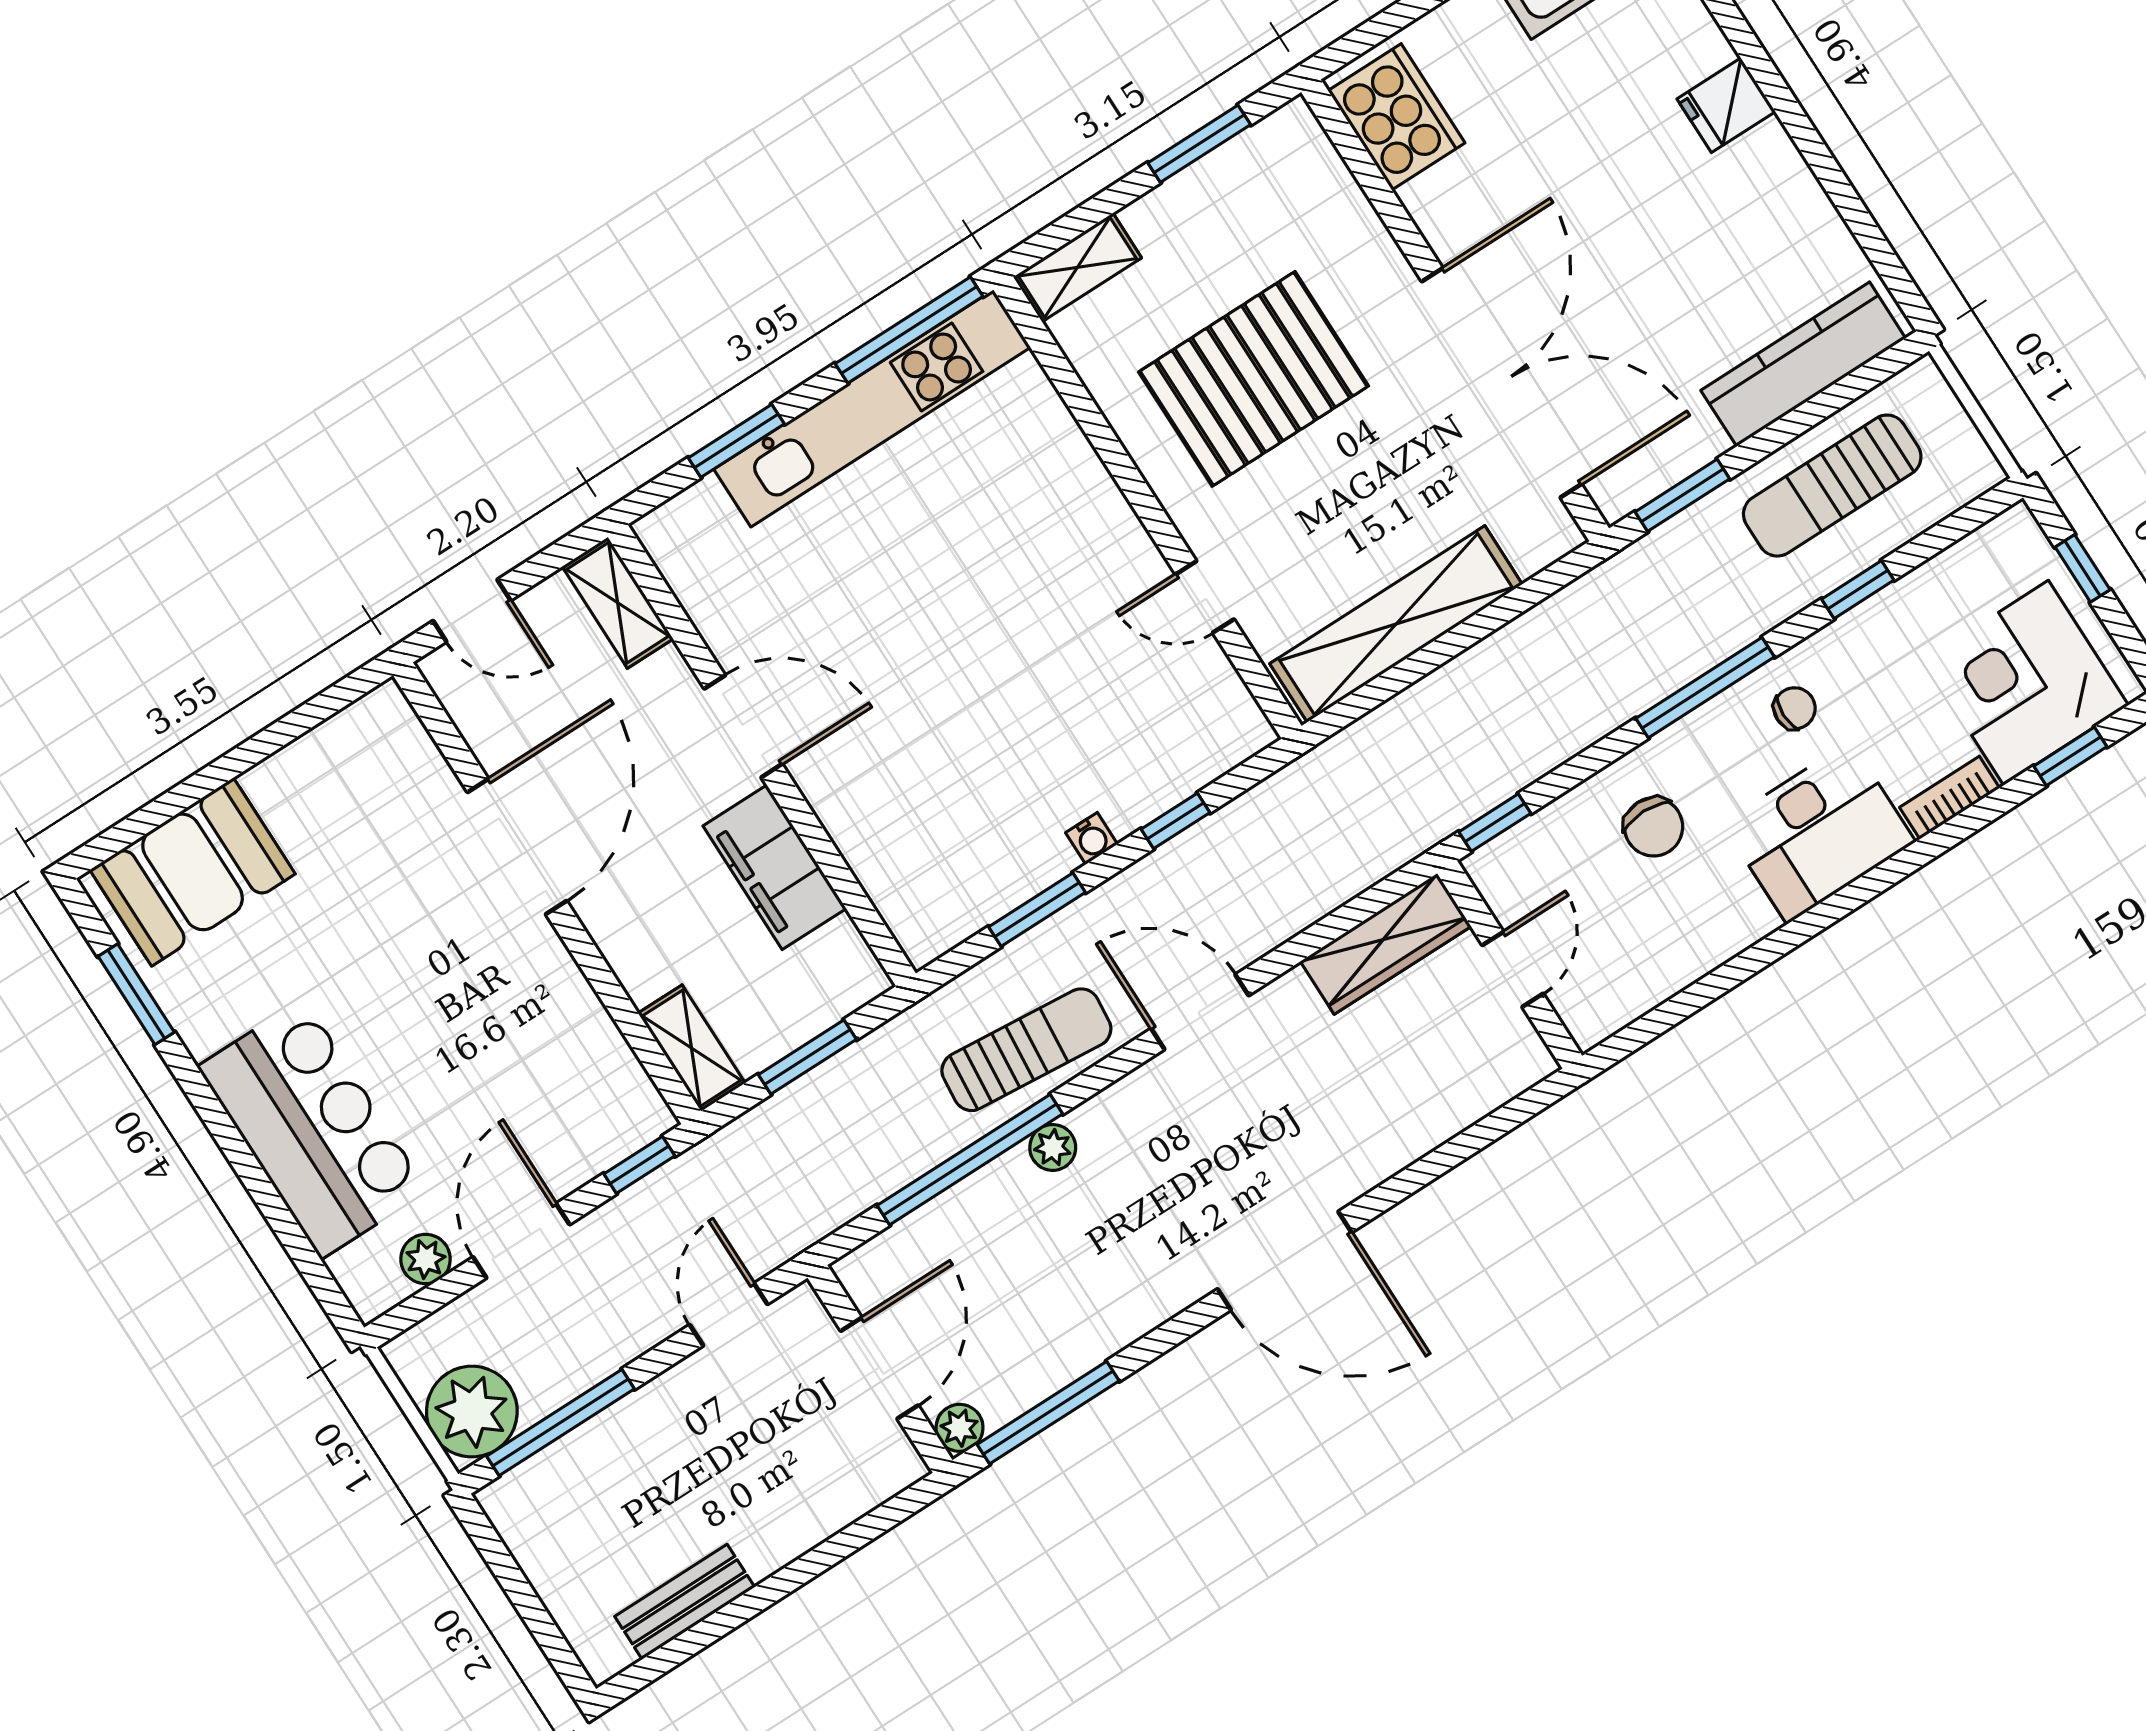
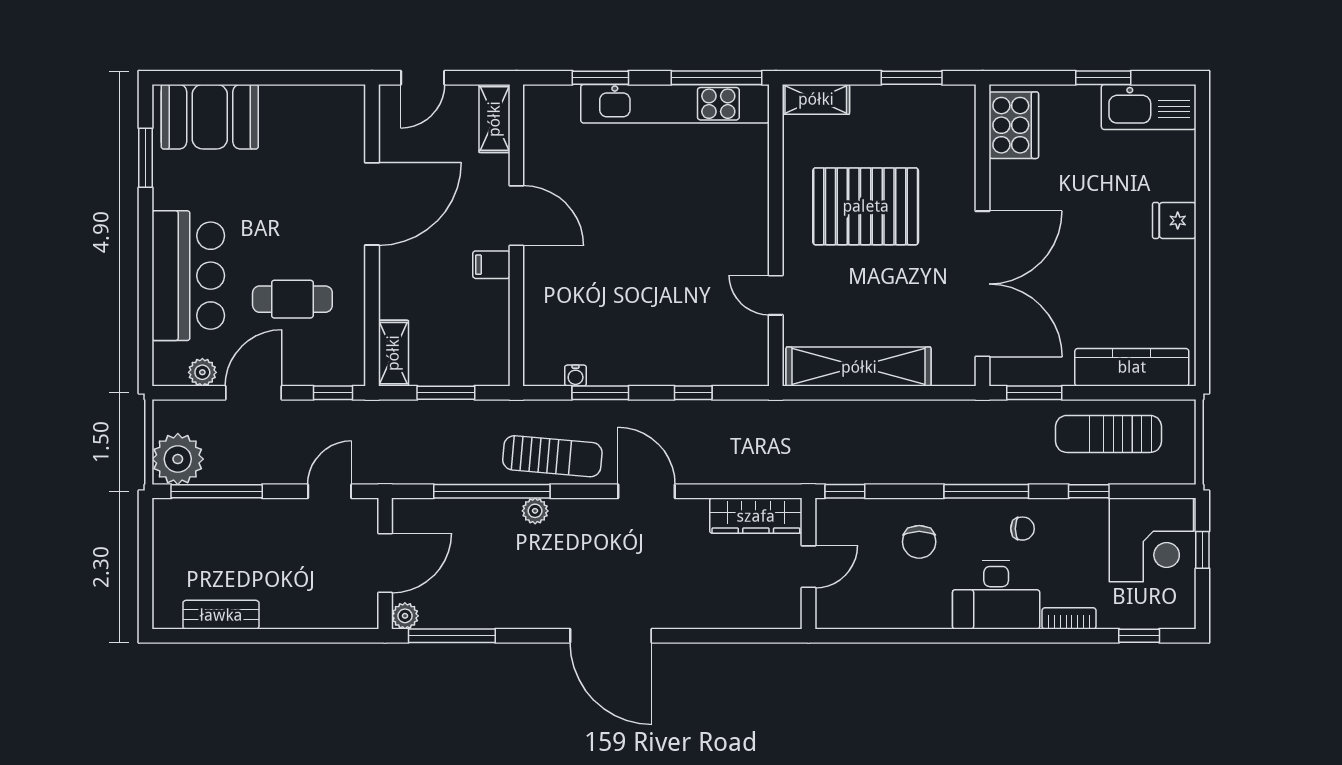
door: (472, 611) -> (423, 78), hinge flipped
corner desk: (2026, 683) -> (1151, 540), moved, turned 180
water cooler: (1092, 838) -> (576, 376), moved
filing cabinet: (775, 867) -> (491, 265), width x0.33, depth x0.86
cafe table: (490, 1064) -> (292, 299), added

